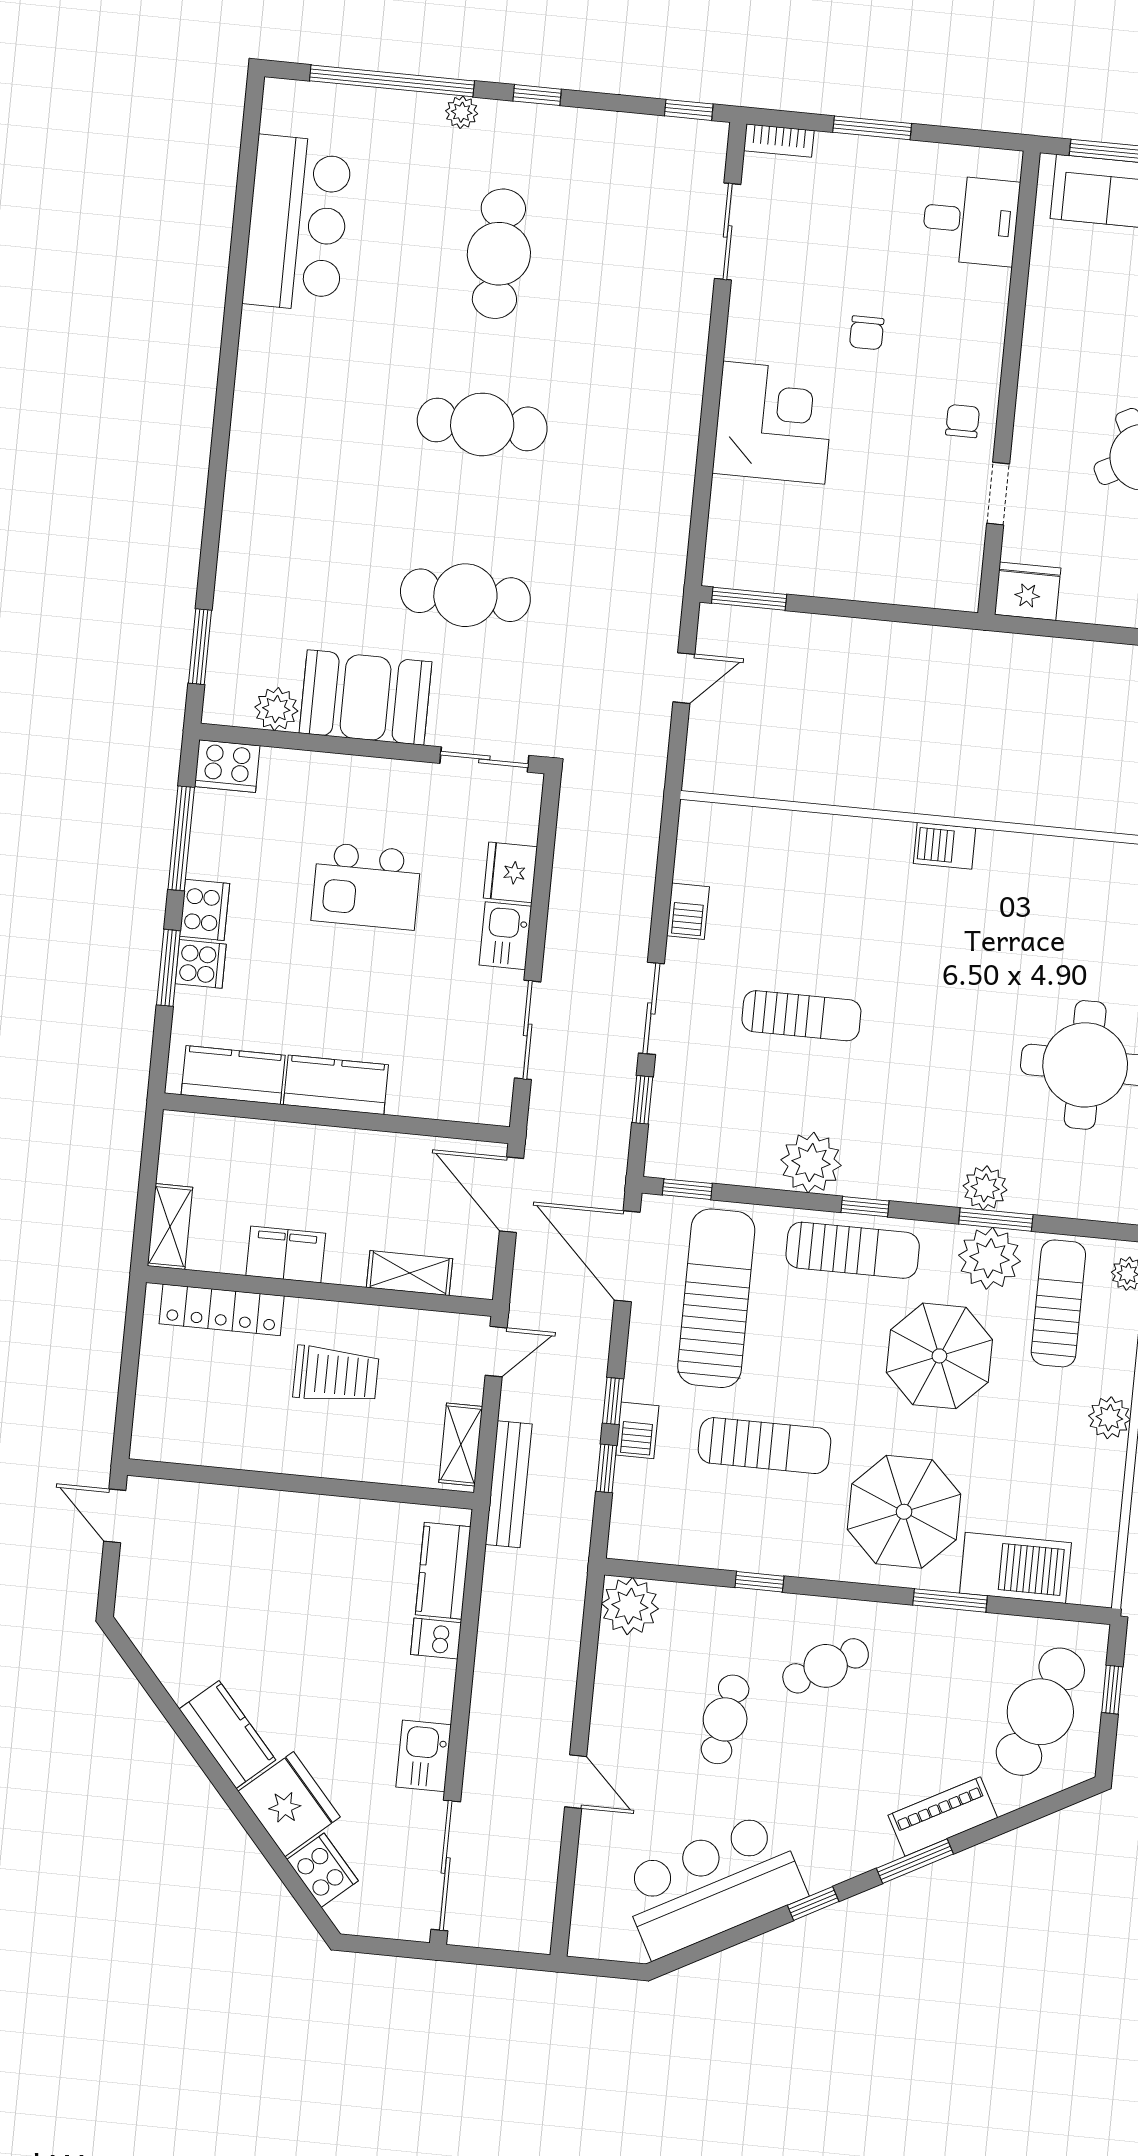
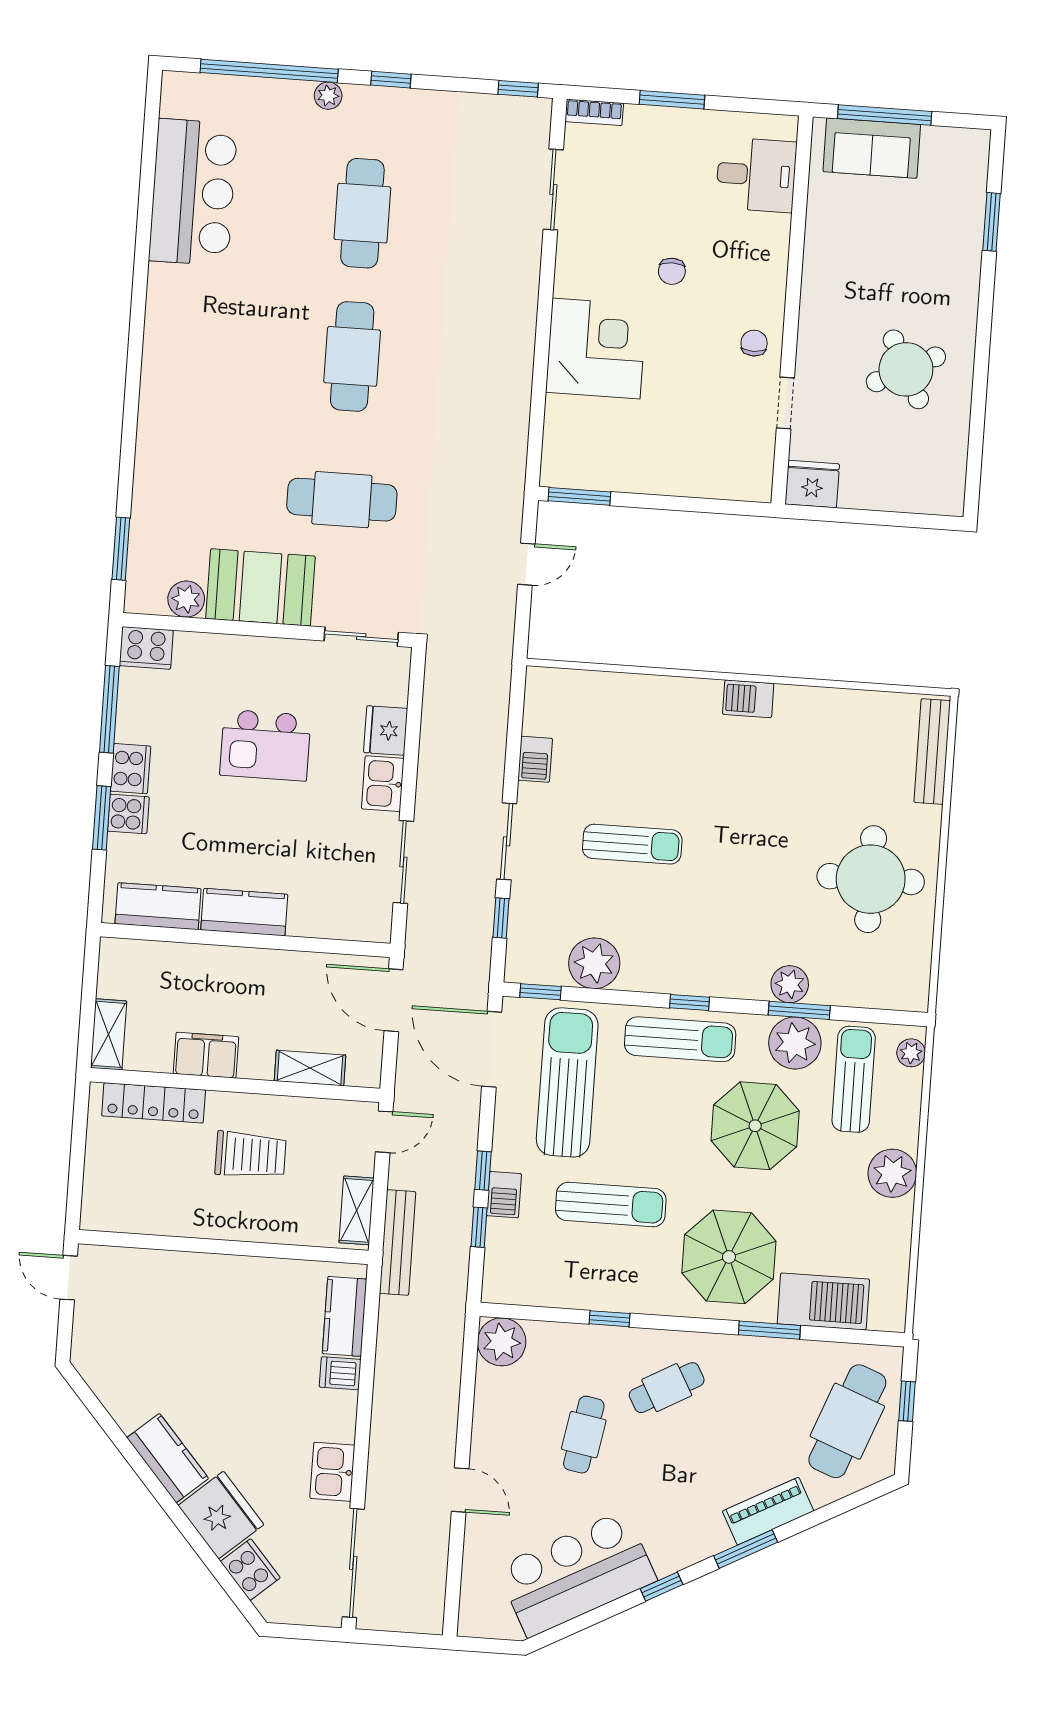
cafe table: (482, 424) -> (352, 356), turned 90
plant: (811, 1163) -> (594, 963), moved
plant: (1109, 1418) -> (892, 1173), width x1.36, depth x1.36

